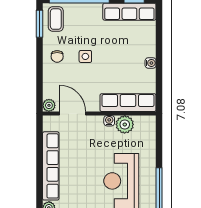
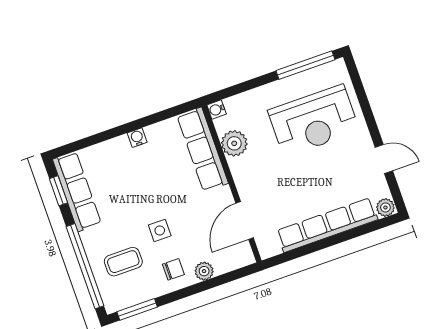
coffee table: (56, 19) -> (123, 262), moved
plant: (49, 105) -> (204, 271), moved
water cooler: (109, 121) -> (217, 110), moved

